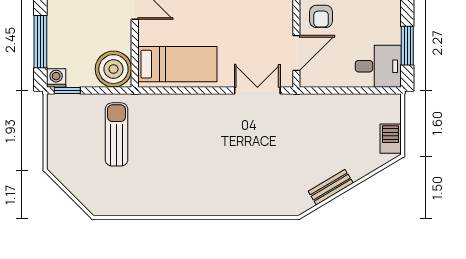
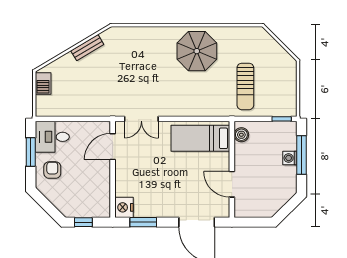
armchair: (321, 16) -> (52, 170), moved
boiler: (113, 69) -> (241, 135), width x0.54, depth x0.54
washing machine: (56, 78) -> (290, 158), moved, turned 90
parasol: (182, 182) -> (197, 51), added

